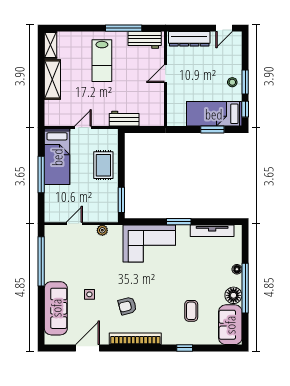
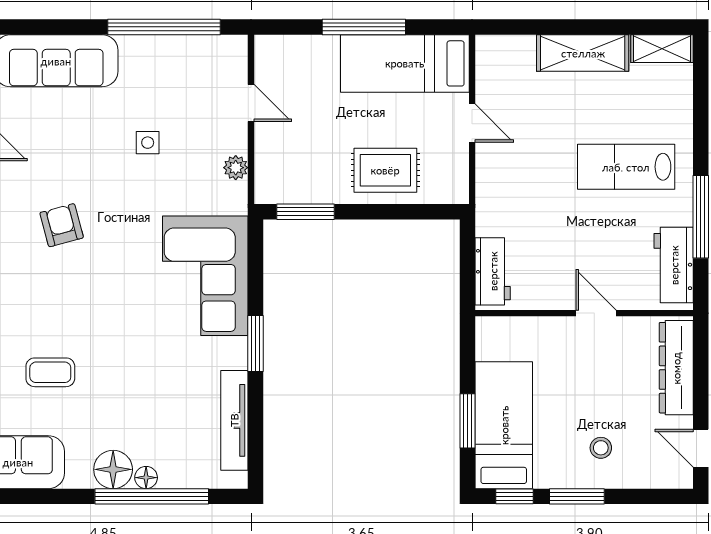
stool: (232, 82) -> (601, 448), moved
workbench: (124, 119) -> (493, 271), moved
window: (245, 288) -> (152, 496), moved
side table: (89, 294) -> (148, 143), moved
floor lamp: (233, 295) -> (113, 469), moved

